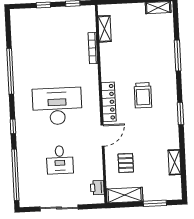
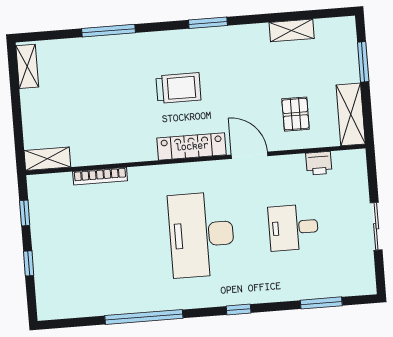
shelving: (105, 29) -> (47, 159), moved
desk: (60, 160) -> (293, 227), turned 180
pallet: (126, 163) -> (296, 114), turned 90
window: (15, 175) -> (321, 303), width x0.47
printer: (97, 188) -> (319, 163), moved
sliding door: (59, 208) -> (376, 226), width x0.73

